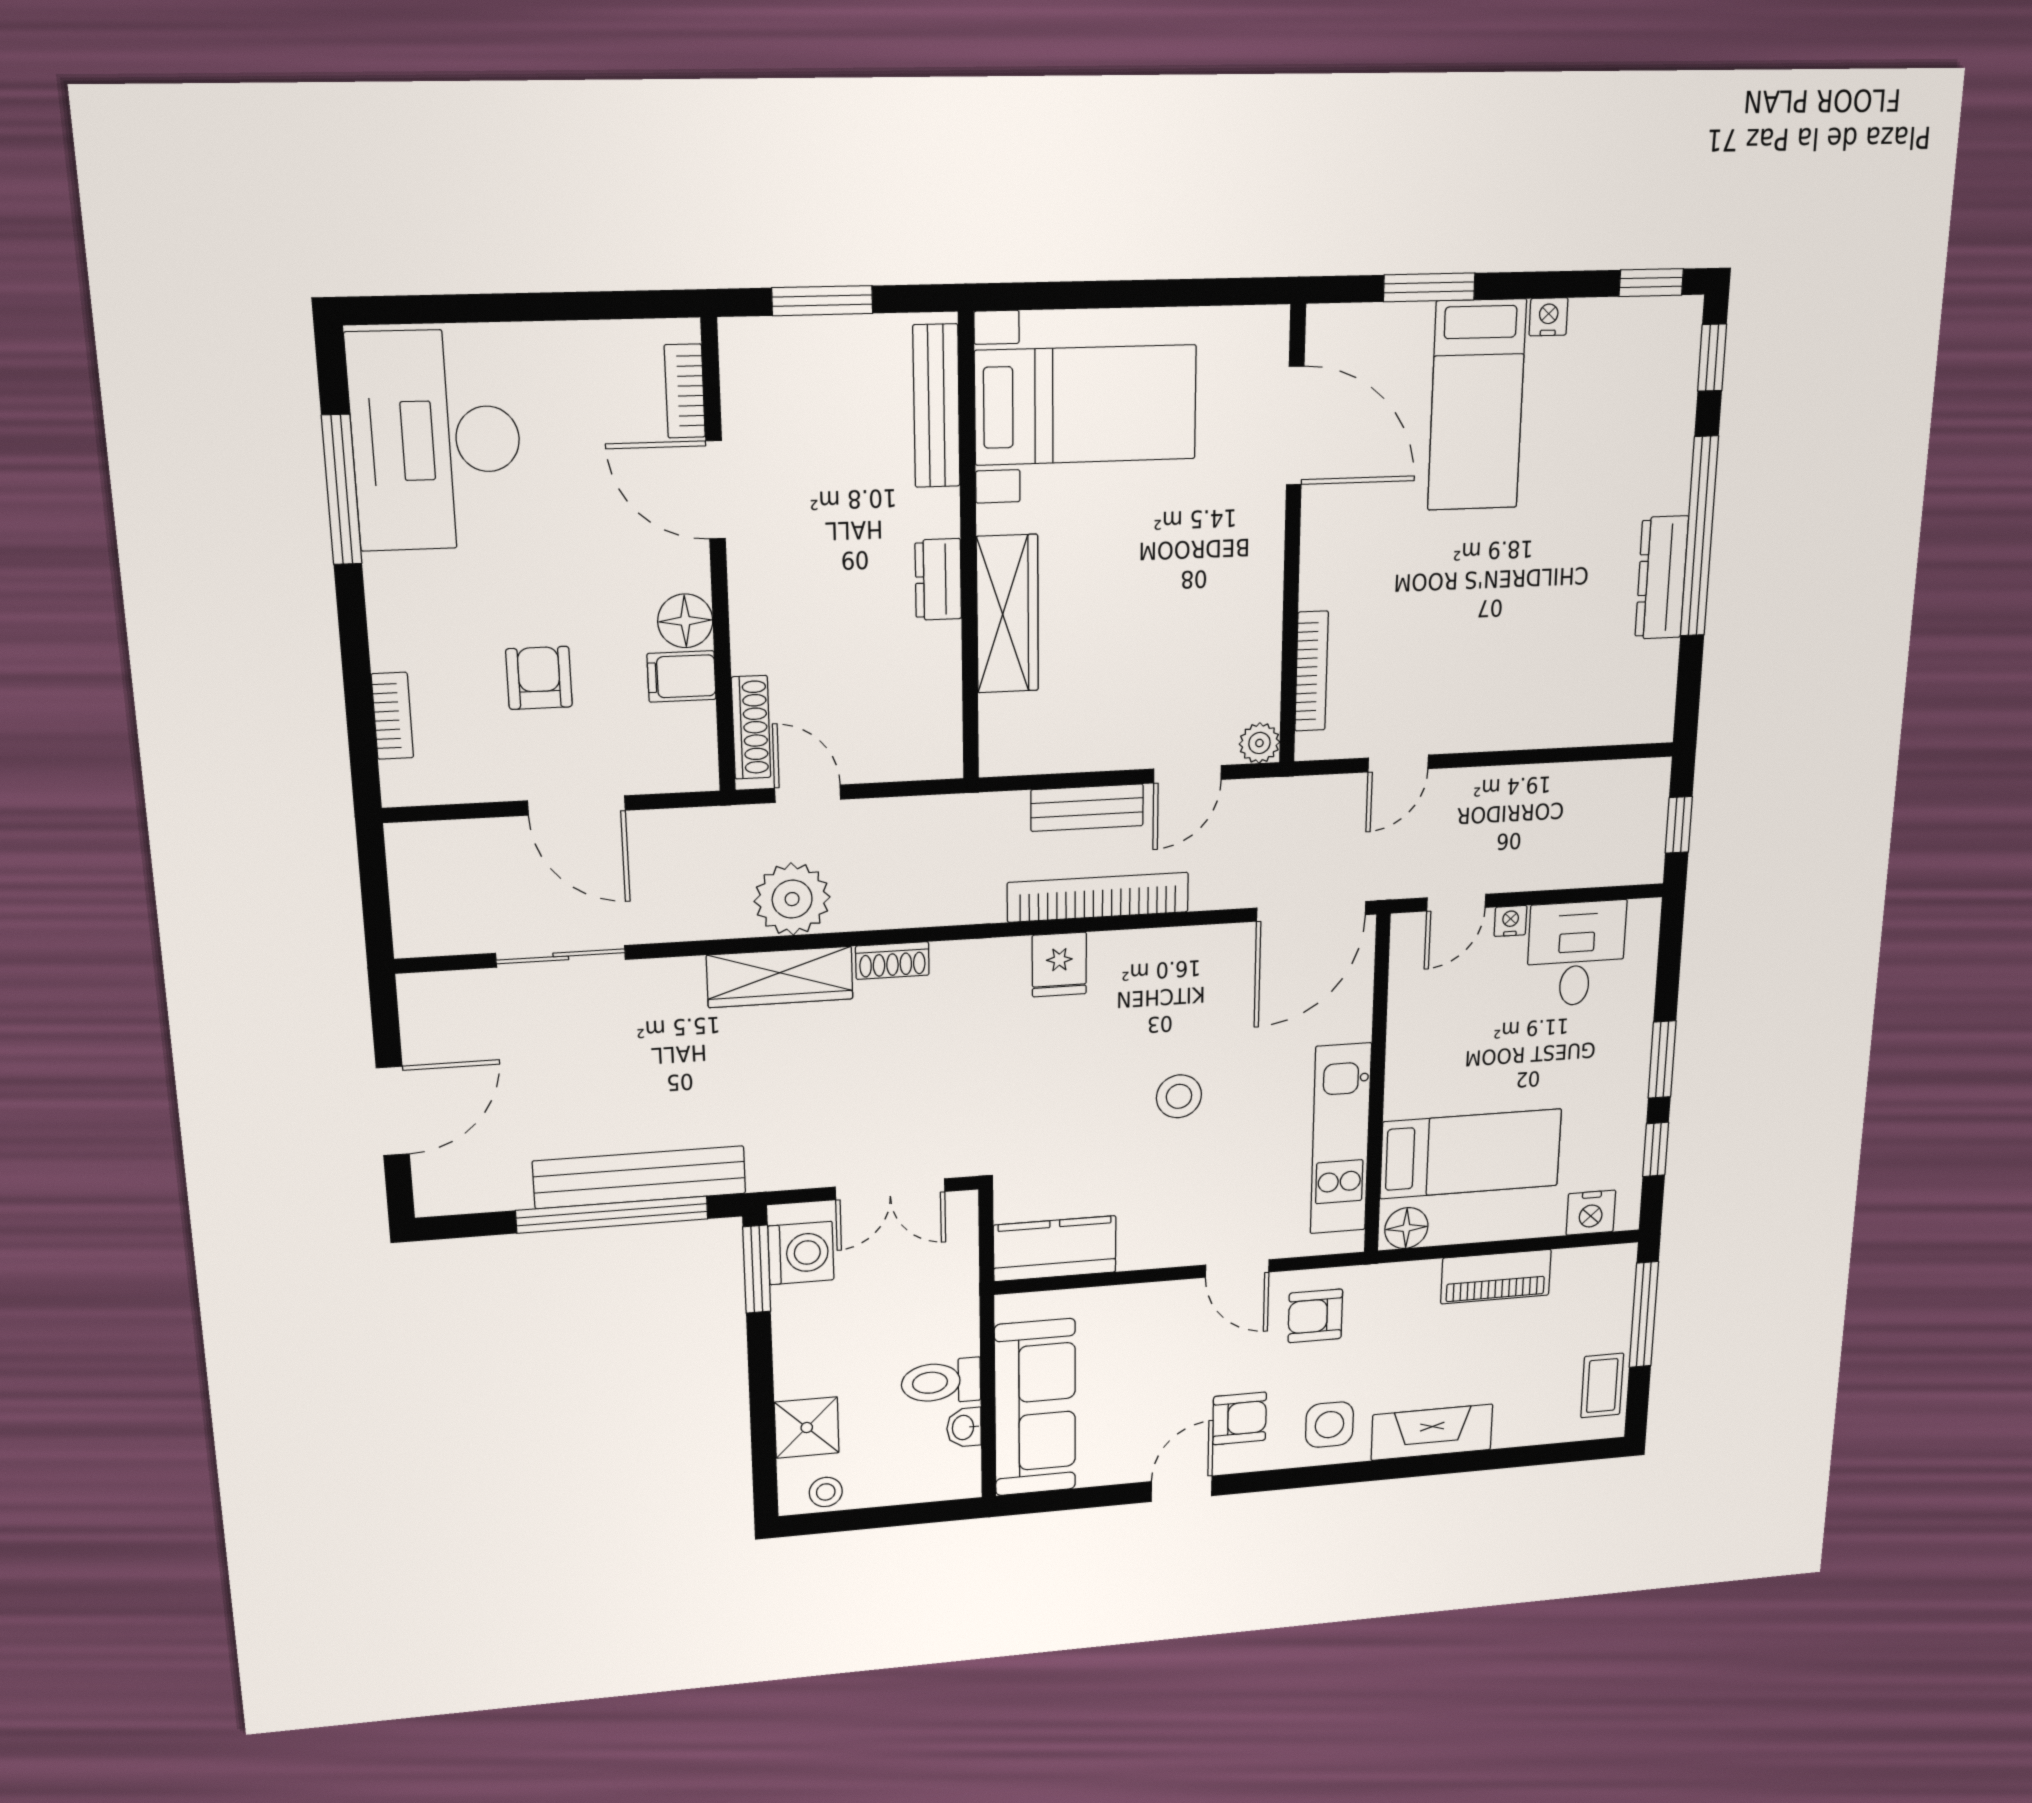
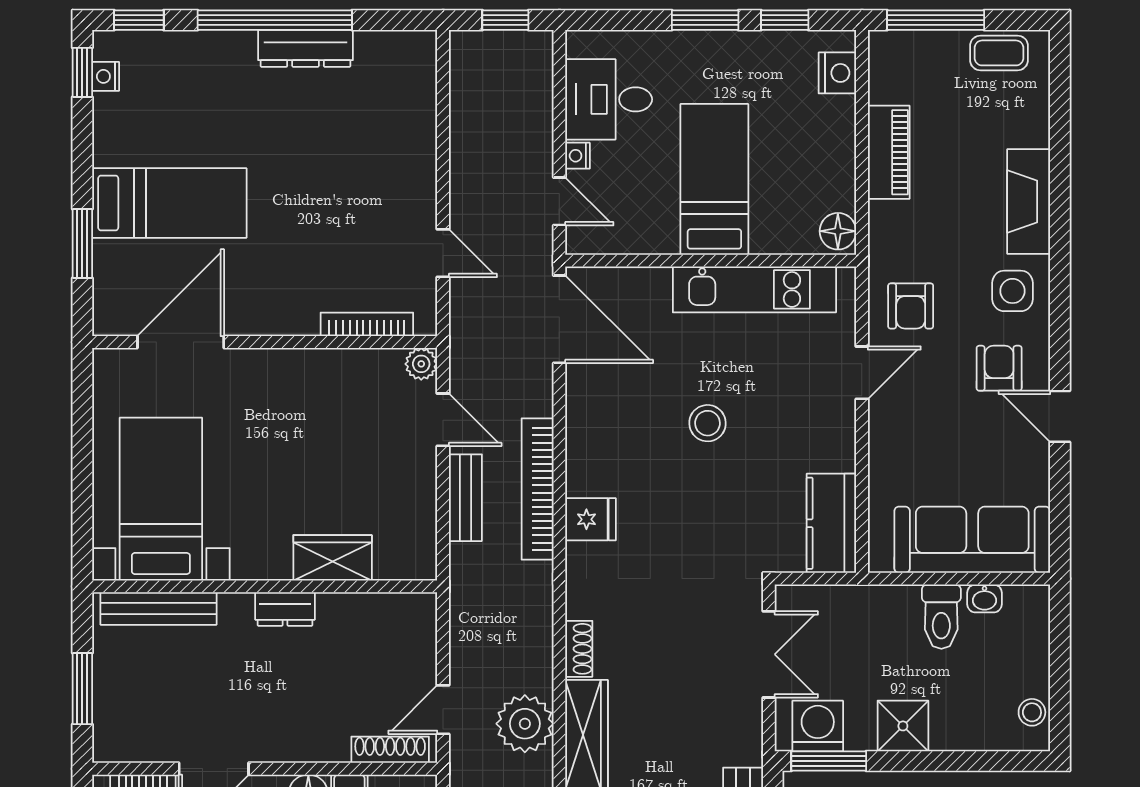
nightstand: (1549, 317) -> (106, 76), moved
wardrobe: (1008, 614) -> (333, 558), width x0.67
bed: (1471, 1154) -> (714, 179), moved
shower: (807, 1428) -> (903, 726), moved

